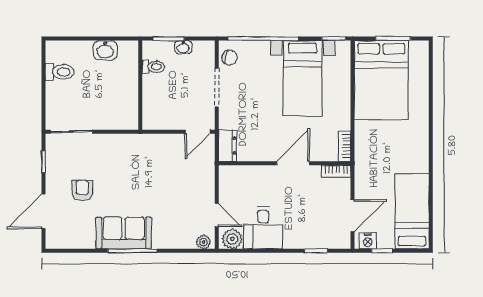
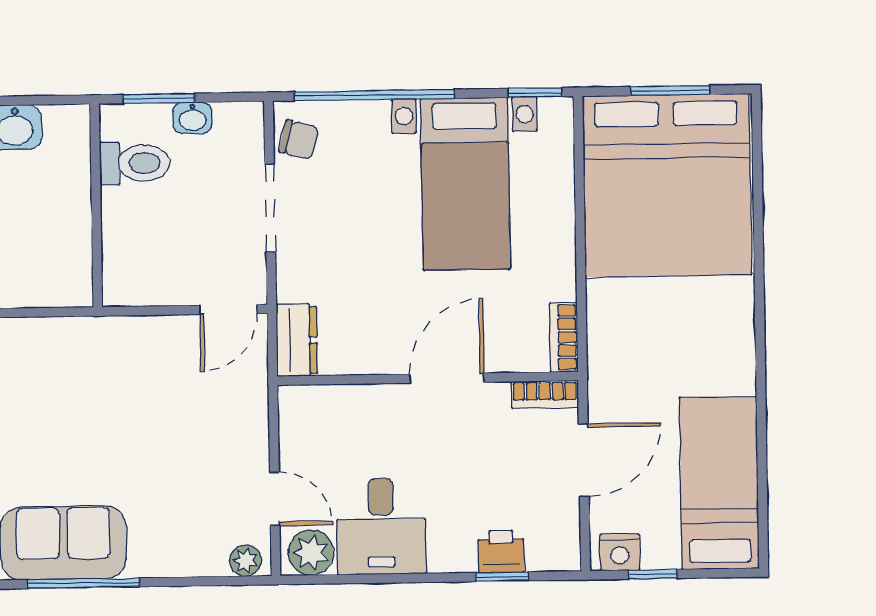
toilet: (153, 67) -> (135, 163), width x1.37, depth x1.39
bed: (381, 80) -> (667, 185), width x1.36
door: (353, 216) -> (584, 460), moved
printer: (316, 240) -> (501, 552), added

